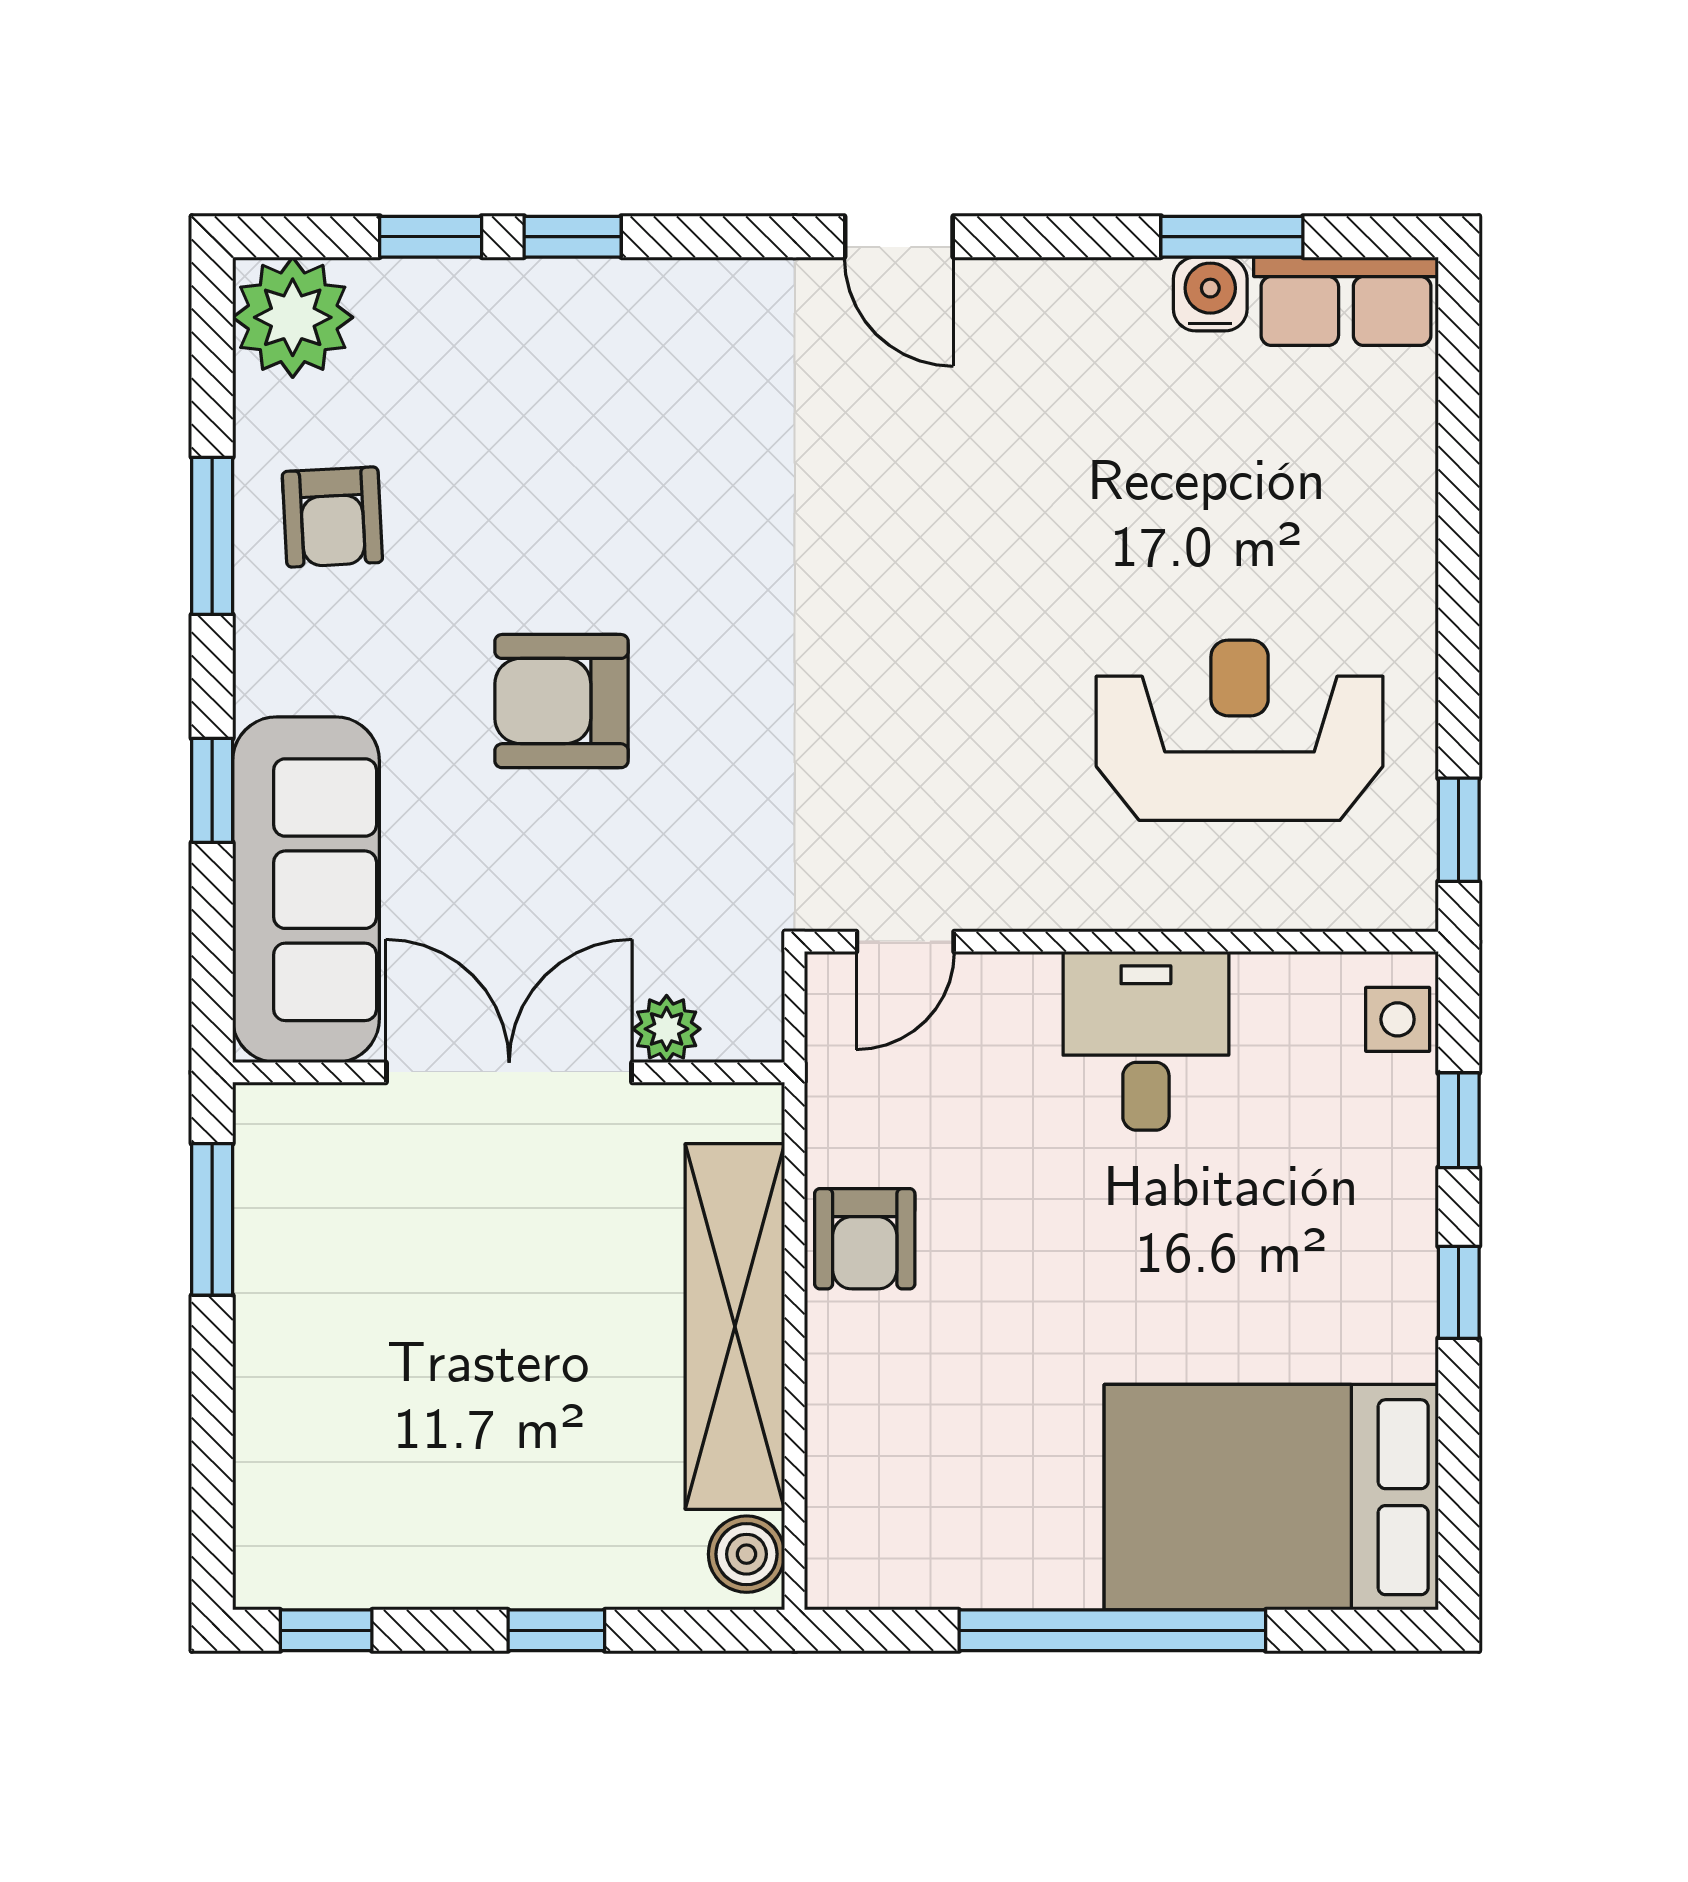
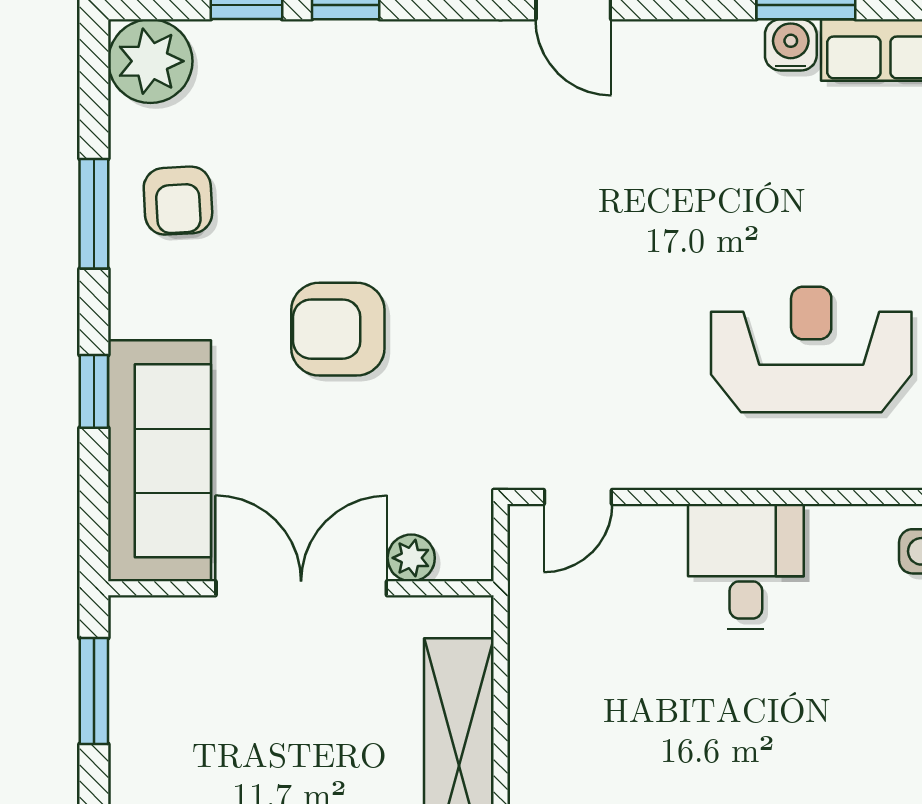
armchair: (865, 1239) -> (550, 704), removed

